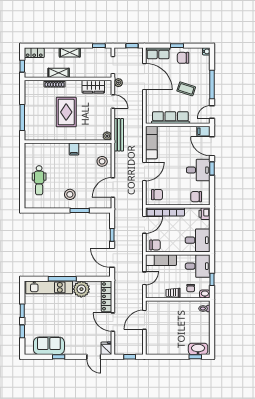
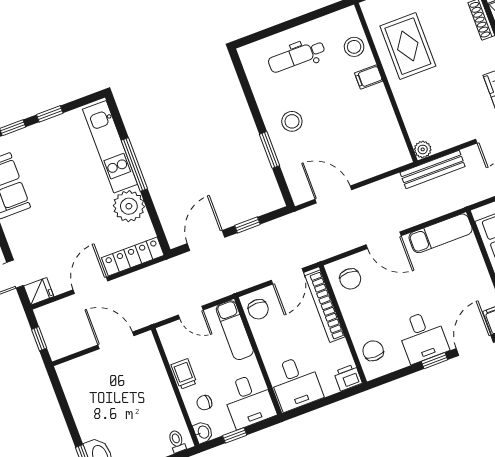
rug: (66, 112) -> (408, 46), moved, turned 90
filing cabinet: (74, 149) -> (369, 77), moved
stool: (102, 161) -> (354, 47), moved
door: (144, 225) -> (287, 276), hinge flipped

